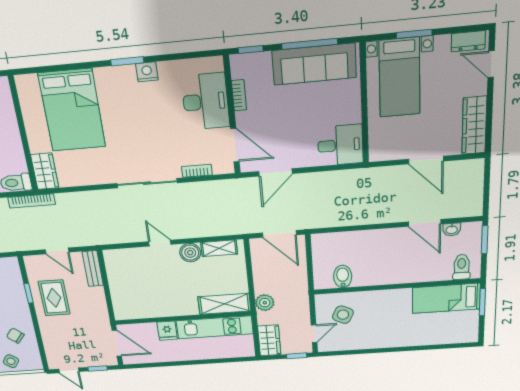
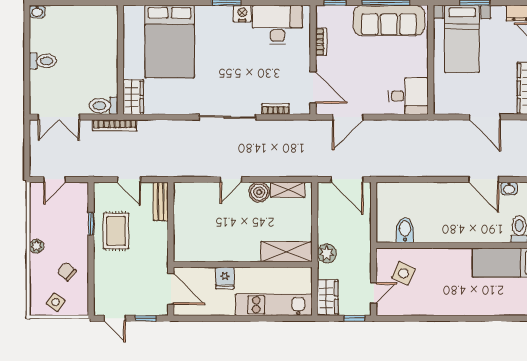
desk: (206, 102) -> (277, 25), moved, turned -90
door: (160, 243) -> (231, 179), swing flipped
kitchen unit: (215, 327) -> (274, 305), moved, turned 180

